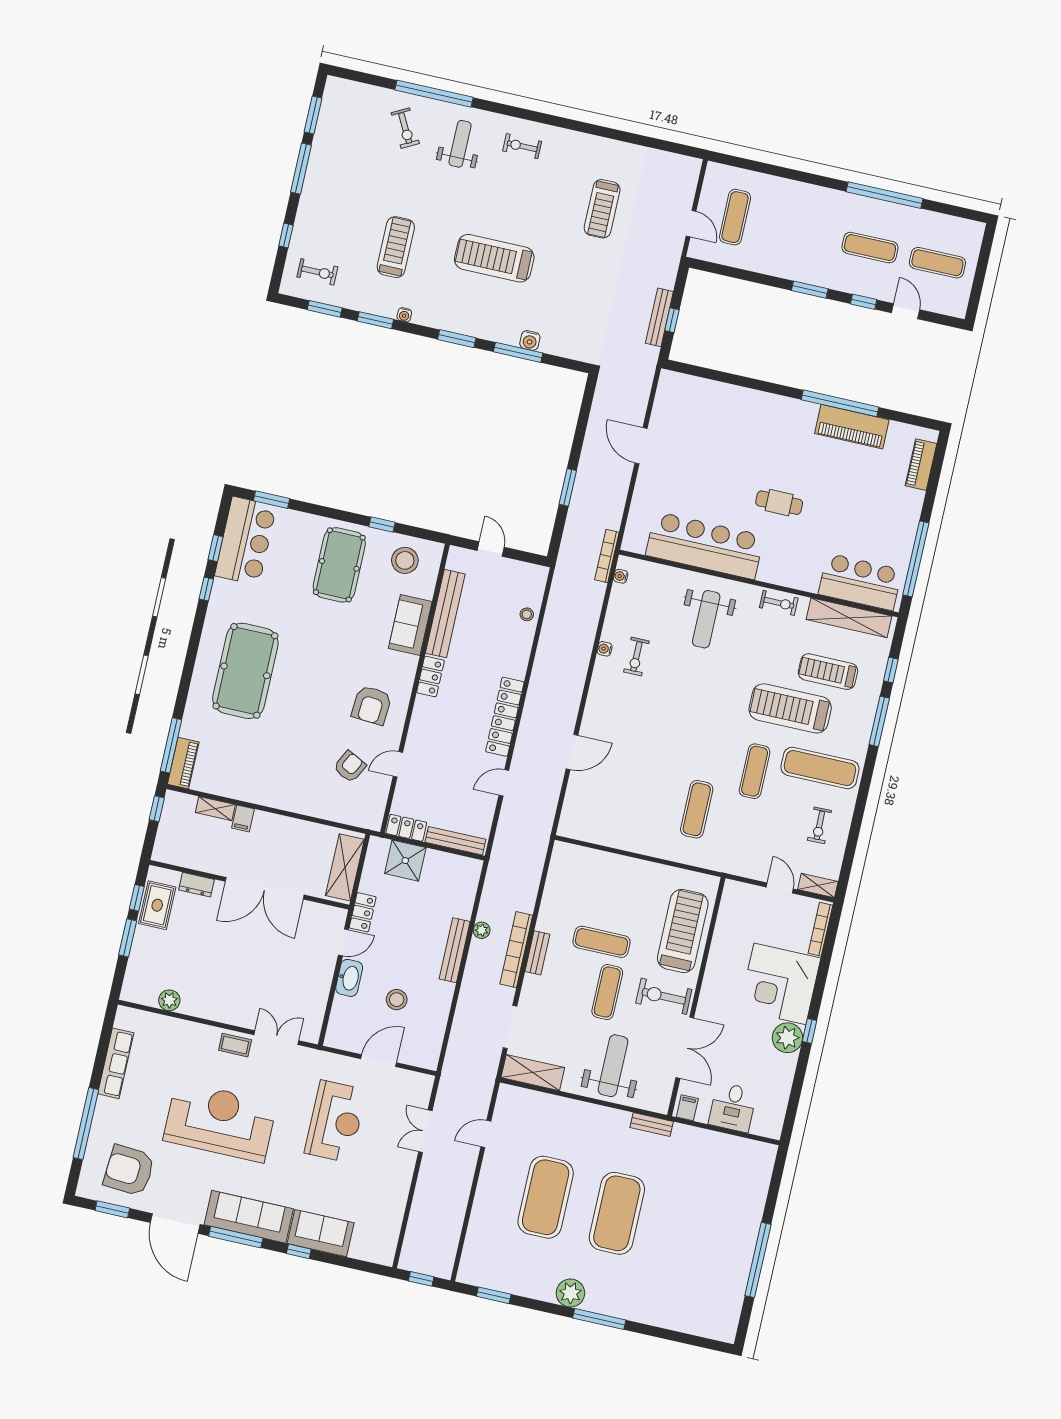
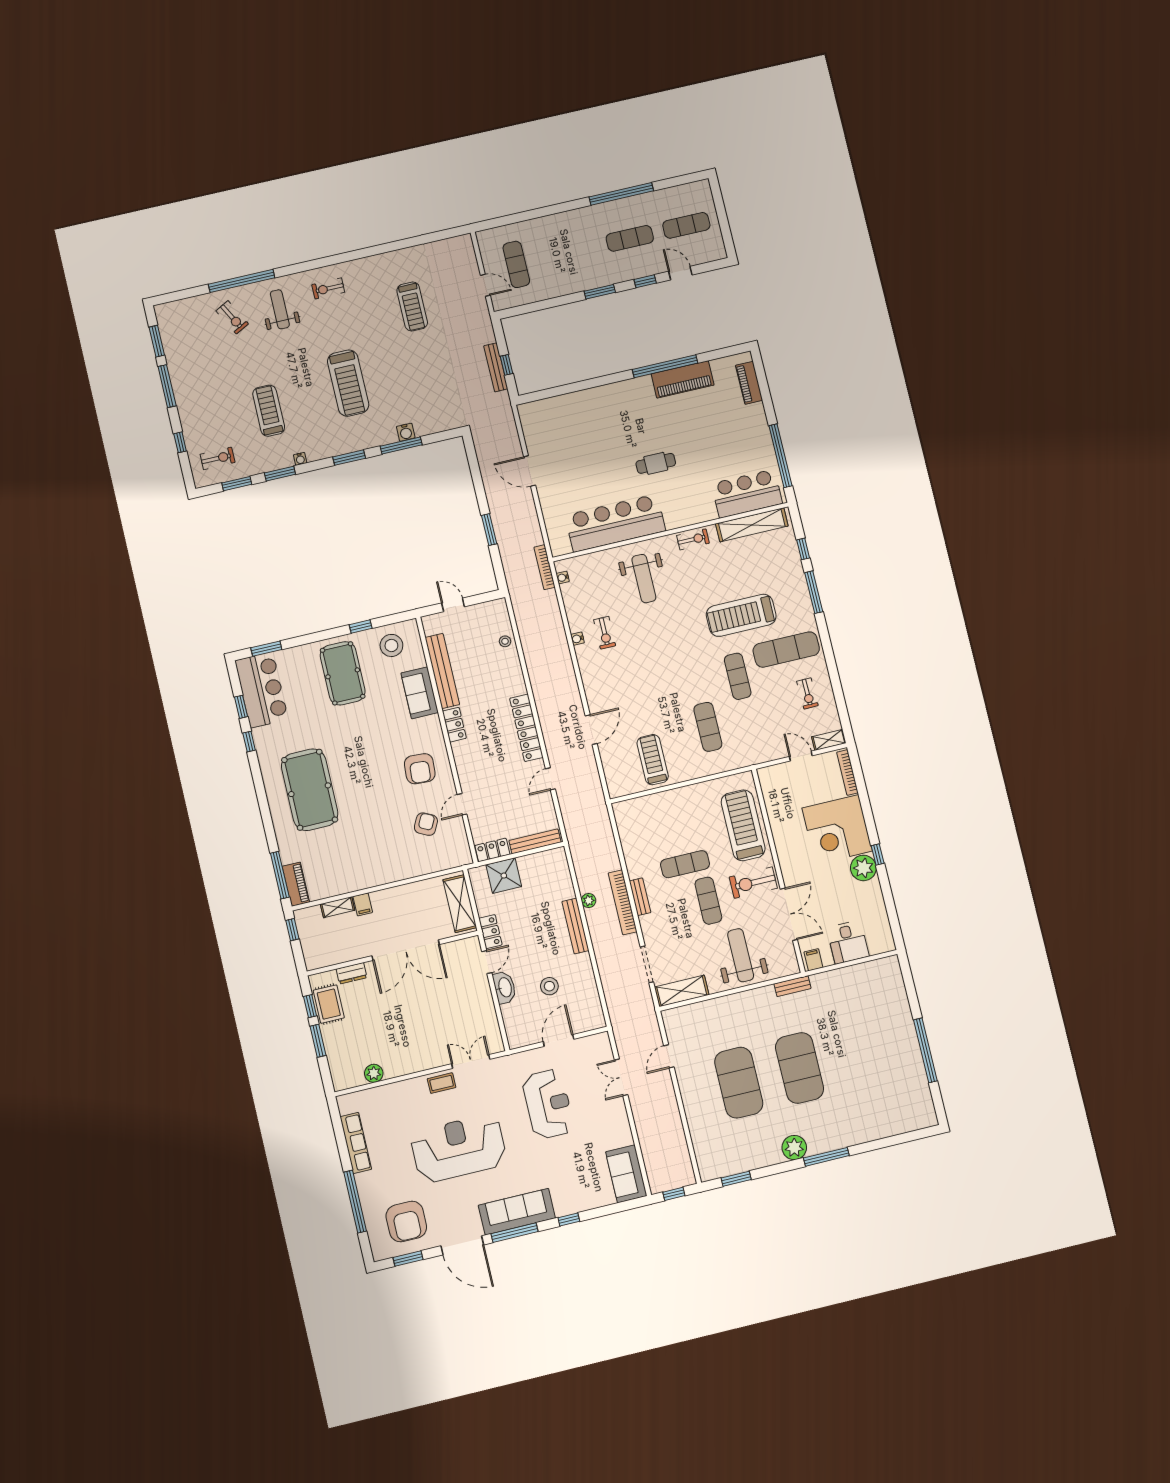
treadmill: (494, 258) -> (348, 383), turned -90
treadmill: (828, 672) -> (653, 760), moved, turned 90
armchair: (129, 1170) -> (406, 1222), turned -94
sofa: (321, 1233) -> (626, 1174), moved, turned -90

